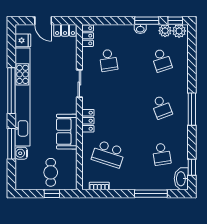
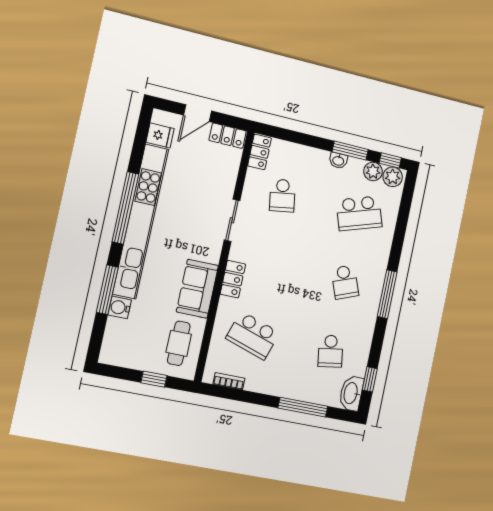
door: (43, 21) -> (198, 113), hinge flipped
school desk: (162, 60) -> (359, 213), width x1.85
cafe table: (51, 172) -> (179, 343), moved

